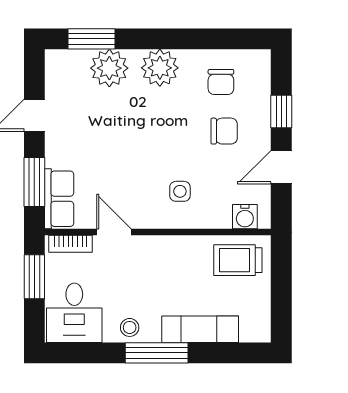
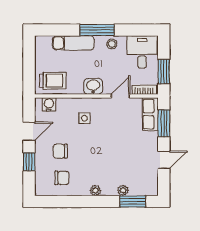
plant: (109, 68) -> (123, 190), width x0.53, depth x0.53
plant: (160, 68) -> (95, 190), width x0.53, depth x0.53
chair: (221, 82) -> (62, 178), turned 90
door: (114, 232) -> (120, 96), swing flipped
washbasin: (164, 250) -> (93, 86), added

